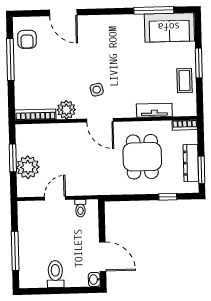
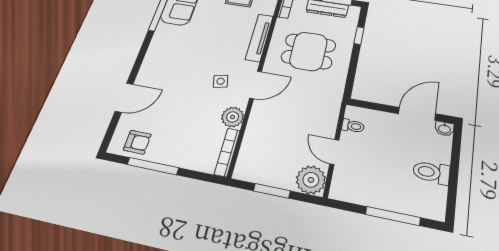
tv unit: (154, 110) -> (259, 38), width x1.41
plant: (28, 167) -> (311, 180), moved

